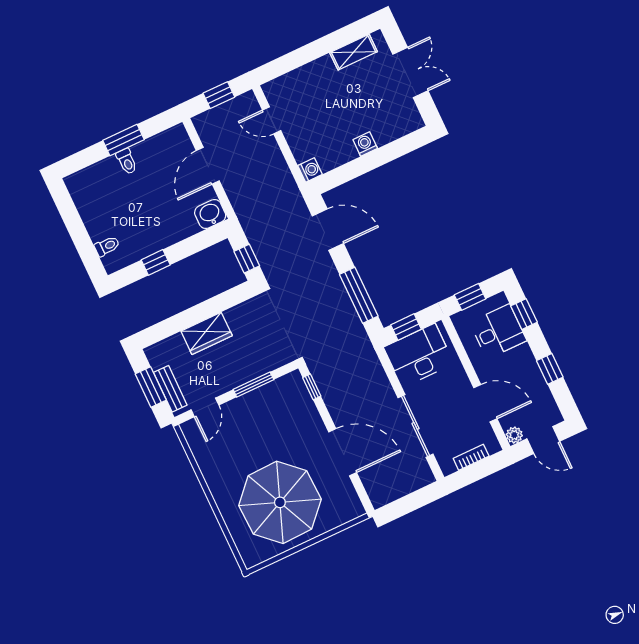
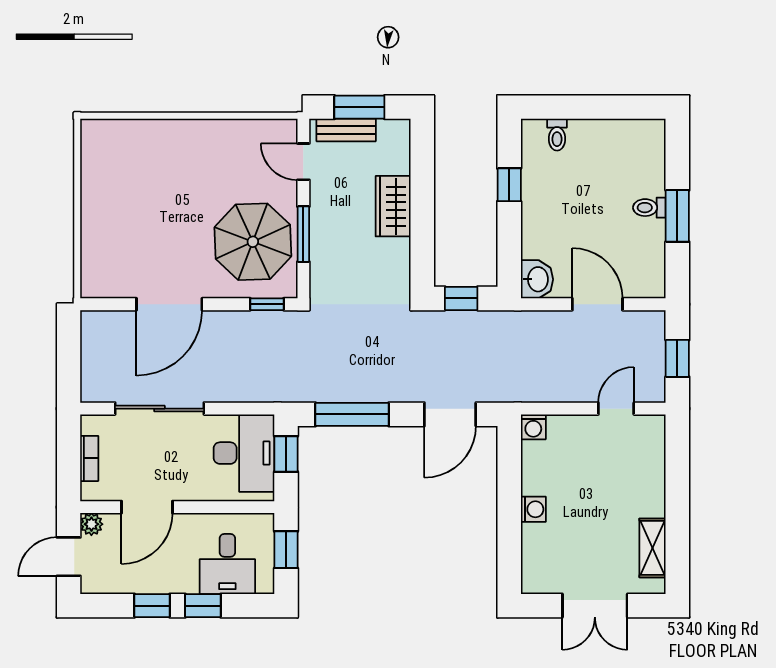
window: (524, 314) -> (203, 606), moved
parasol: (280, 502) -> (253, 242), moved, width x0.73, depth x0.73

